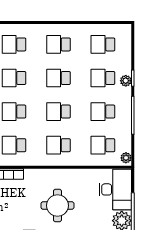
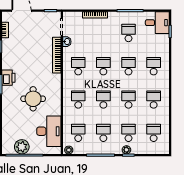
desk: (115, 189) -> (49, 131), moved, turned -90

